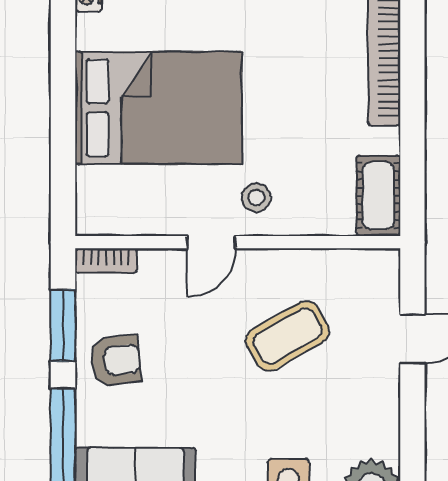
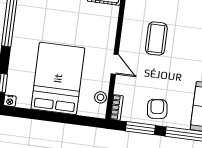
stool: (256, 198) -> (100, 97), moved
coffee table: (287, 336) -> (156, 38), turned 30

